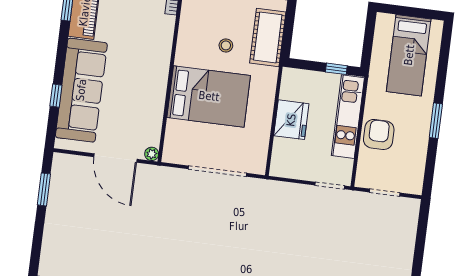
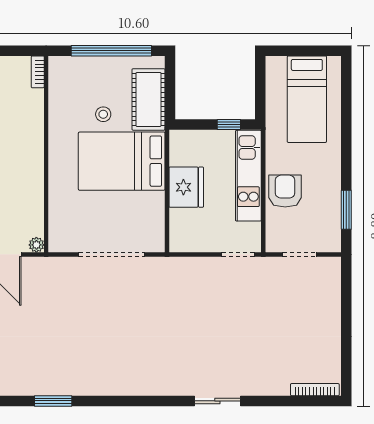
bed: (209, 96) -> (122, 161), moved, turned 180
window: (436, 121) -> (346, 210), moved

